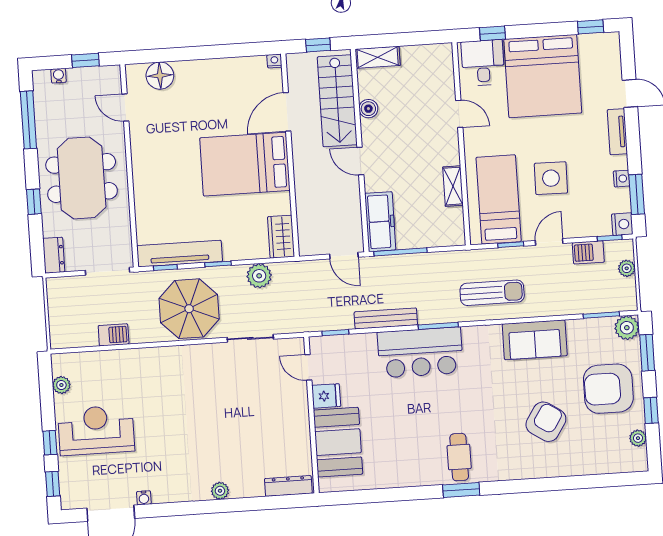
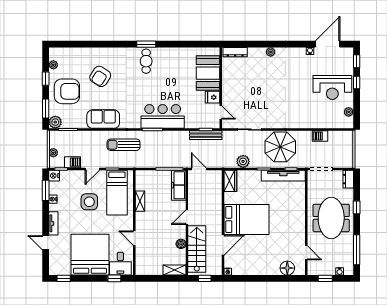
door: (360, 161) -> (187, 217), swing flipped
bench: (386, 318) -> (206, 135), moved

